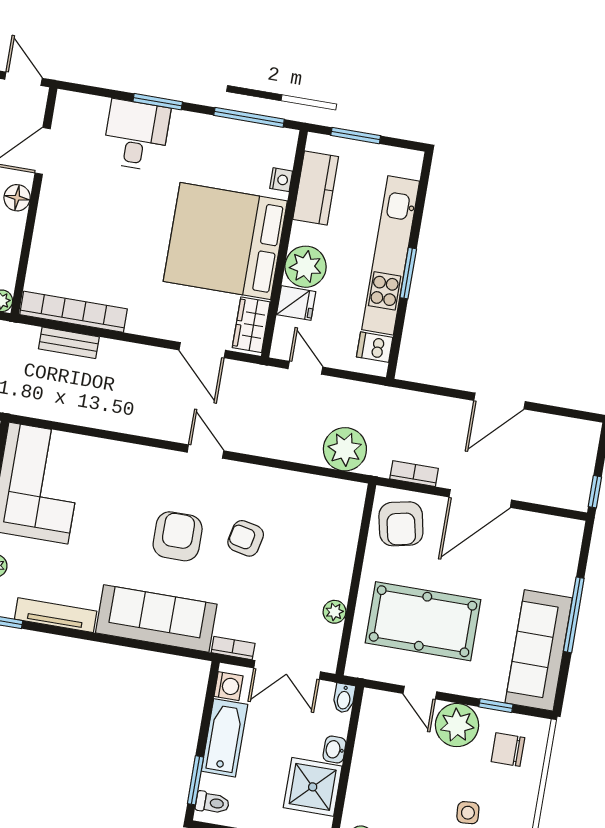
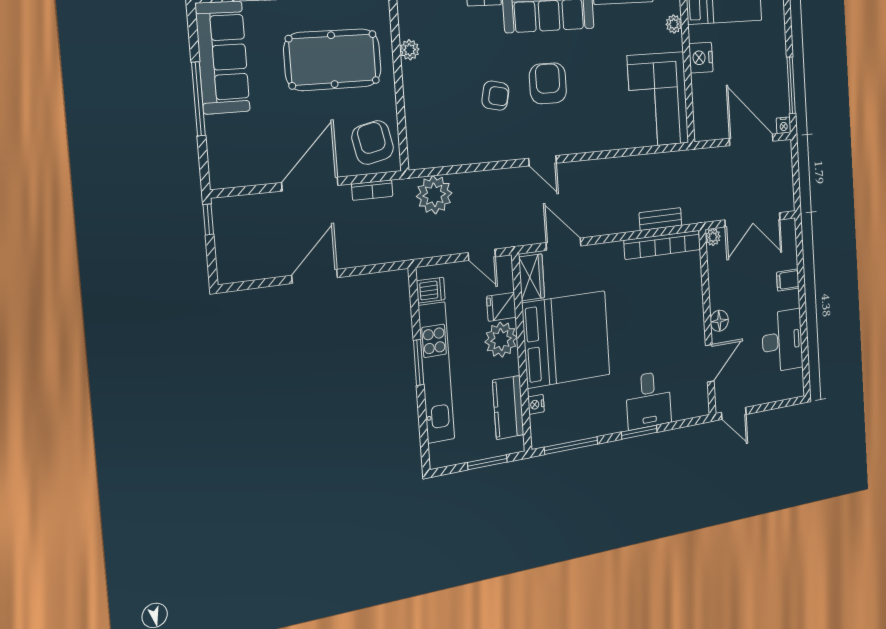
armchair: (178, 536) -> (548, 83), turned 180

